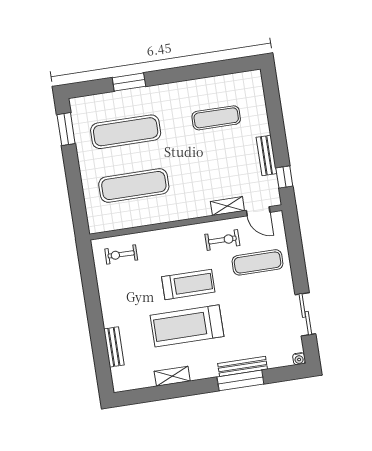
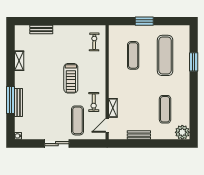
plant: (250, 83) -> (182, 132), added
window: (66, 129) -> (144, 21), moved
window: (284, 177) -> (125, 144), removed
exercise mat: (134, 185) -> (133, 55), width x0.73, depth x0.69
sliding door: (305, 314) -> (57, 144), moved
treadmill: (187, 326) -> (47, 74), removed

